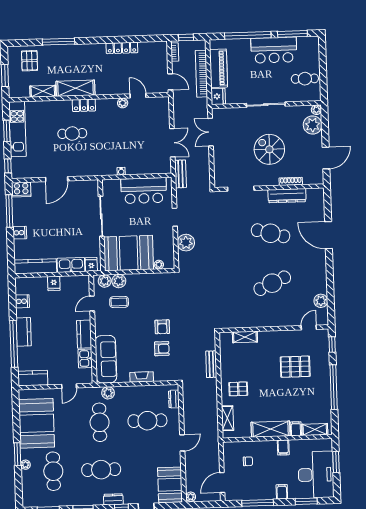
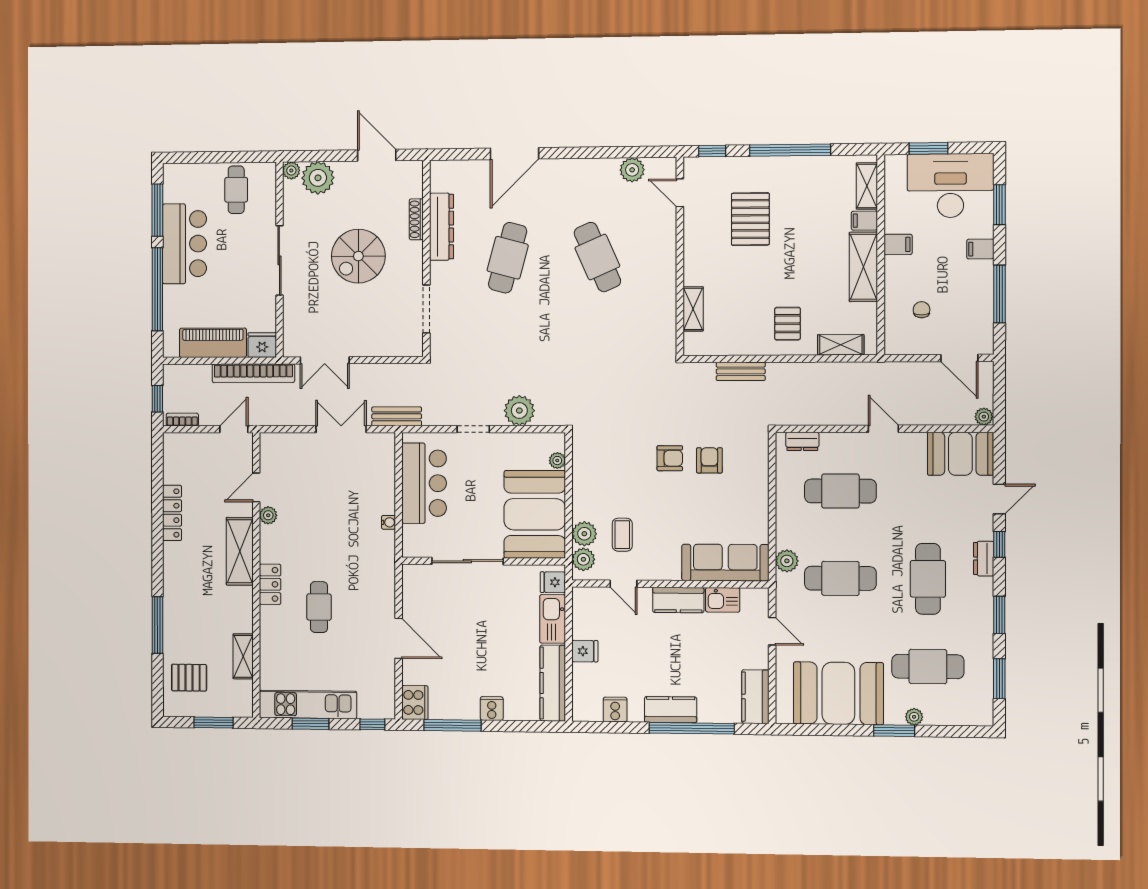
bookcase: (201, 74) -> (253, 373), moved
shelving: (75, 88) -> (240, 551), moved
fireplace: (142, 377) -> (760, 499), removed
cafe table: (147, 421) -> (840, 491), turned 90

